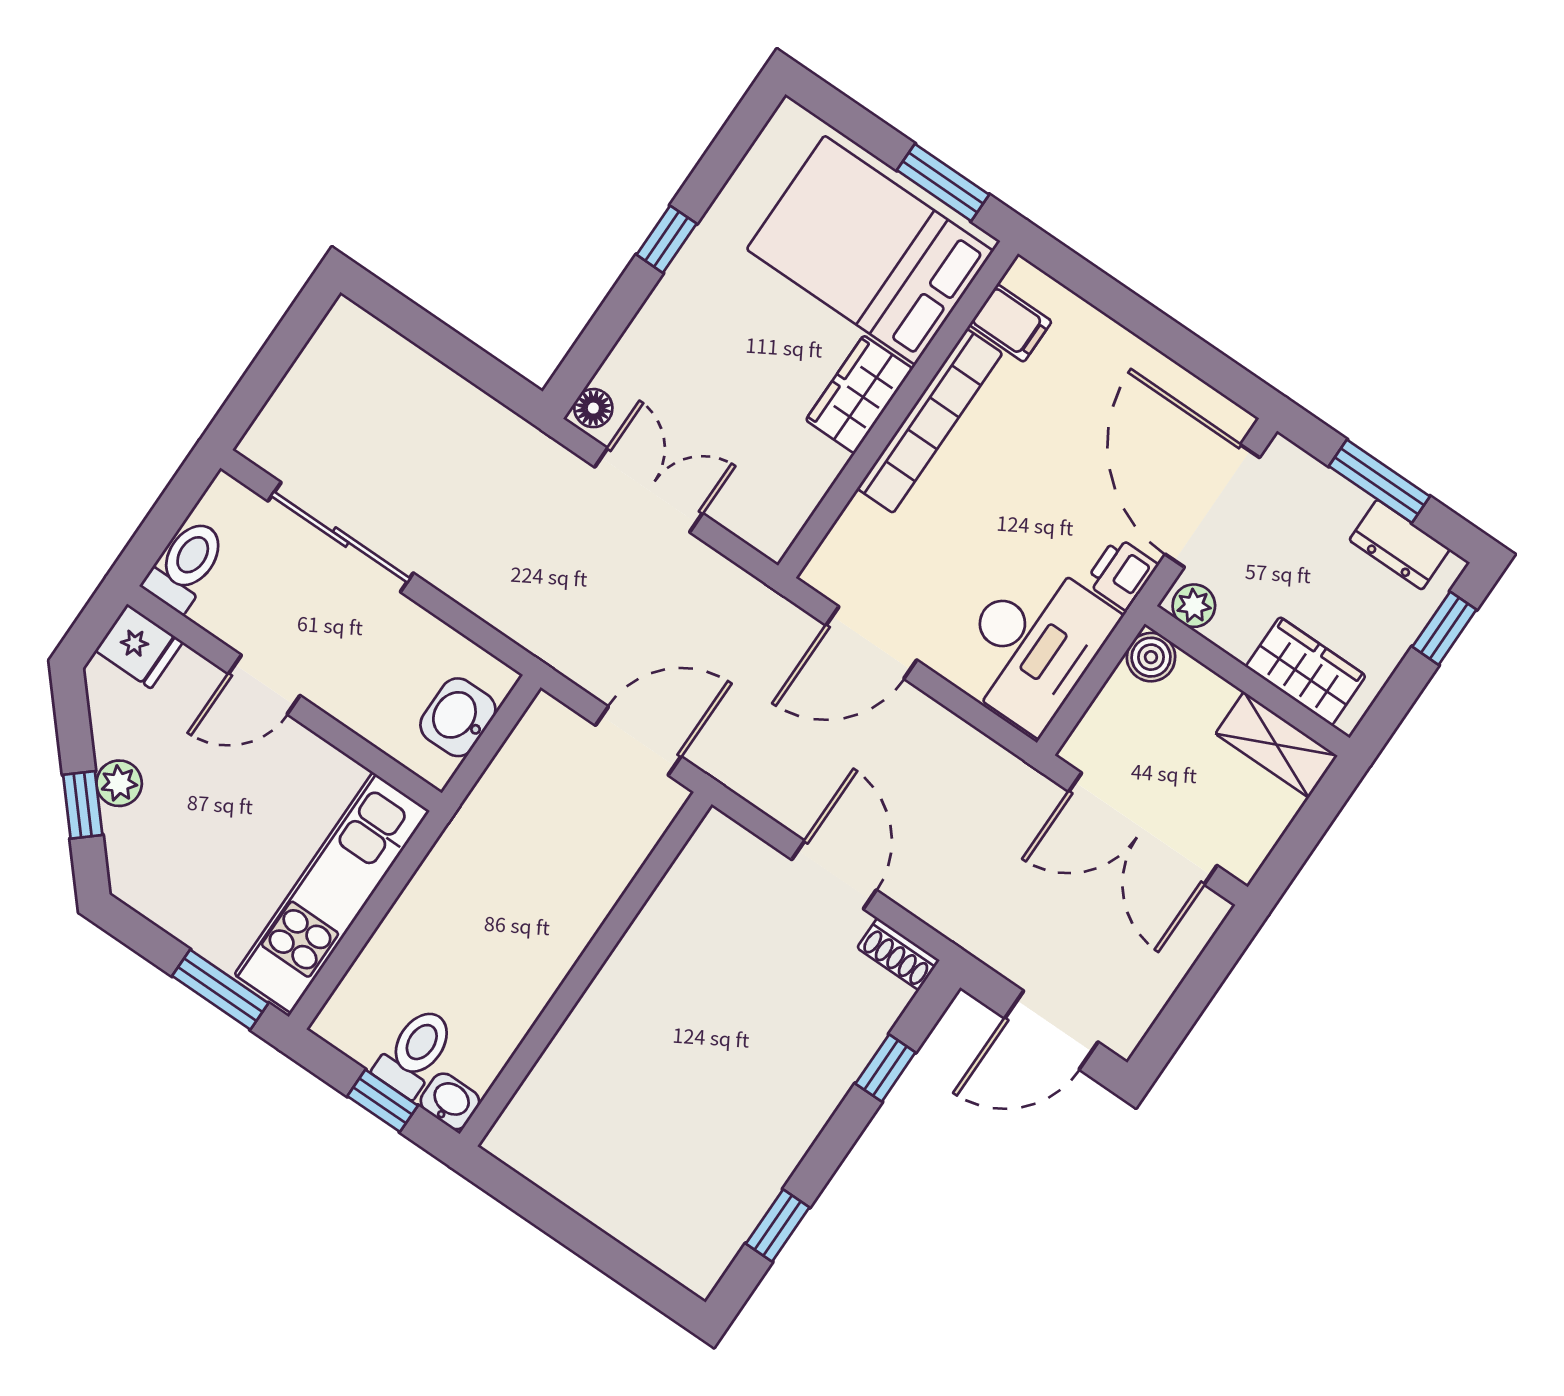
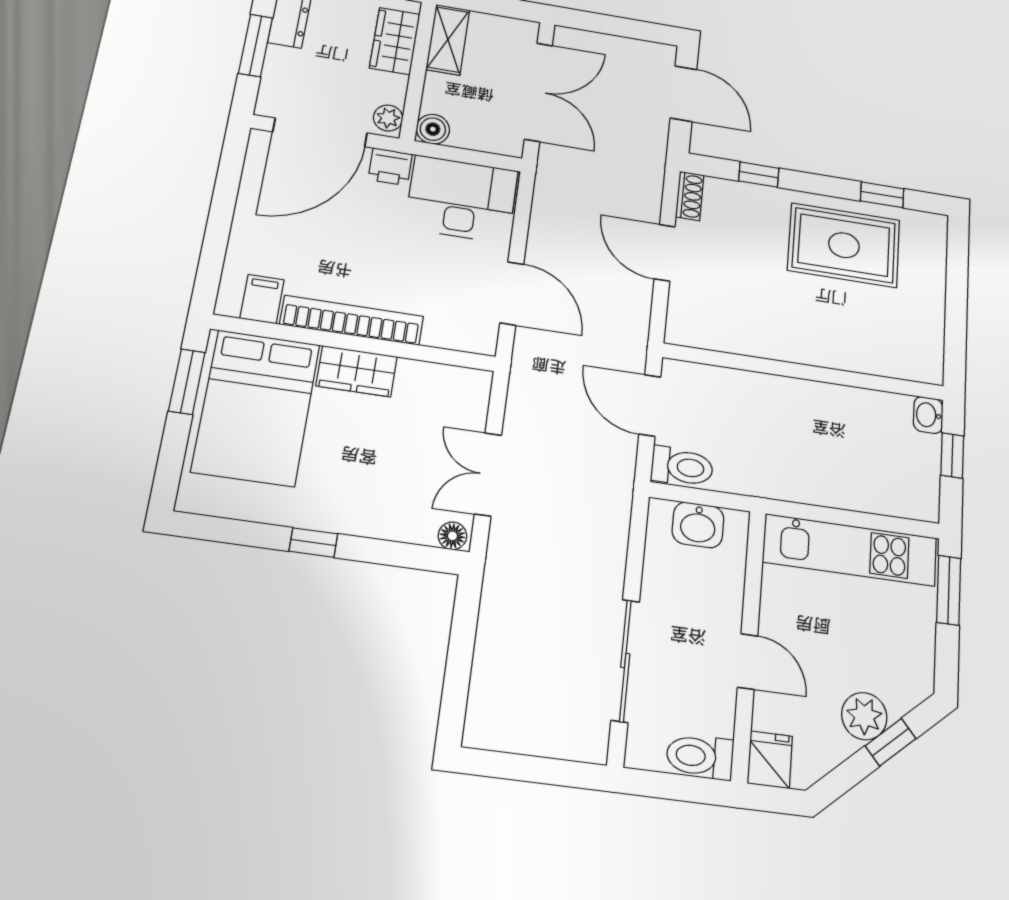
plant: (119, 783) -> (864, 716), width x1.38, depth x1.38
door: (834, 875) -> (665, 253), hinge flipped
toilet: (415, 1052) -> (682, 467), moved, turned 180
rug: (731, 1128) -> (844, 245), added

